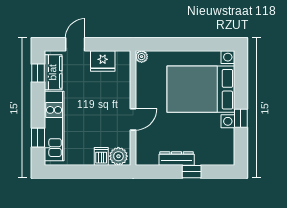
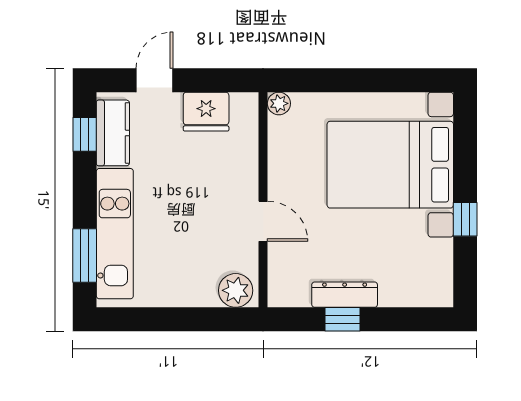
door: (133, 119) -> (263, 221), hinge flipped
window: (38, 138) -> (85, 256), width x1.50
dishwasher: (101, 156) -> (203, 291), removed
window: (192, 172) -> (342, 319), moved

